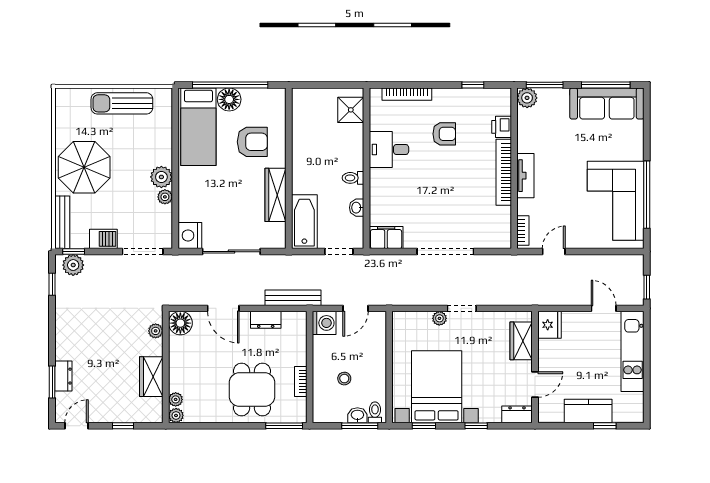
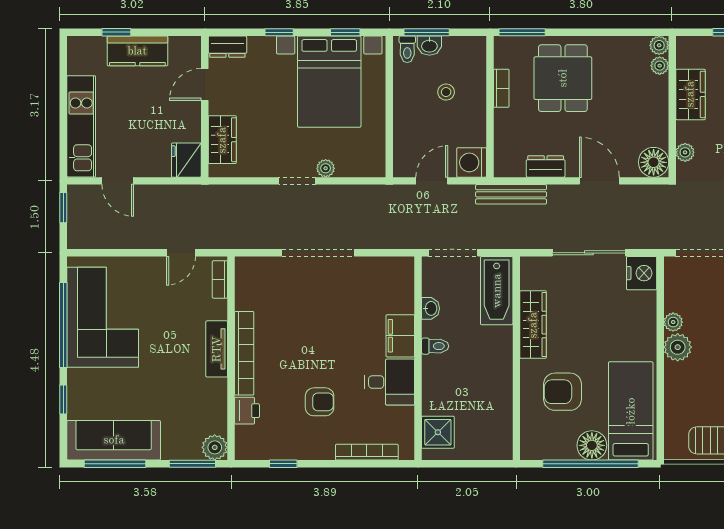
armchair: (444, 134) -> (320, 402), turned 180
window: (647, 136) -> (63, 399), added
filing cabinet: (386, 238) -> (400, 336), moved, turned 90
doorway: (339, 252) -> (453, 253), width x1.38

